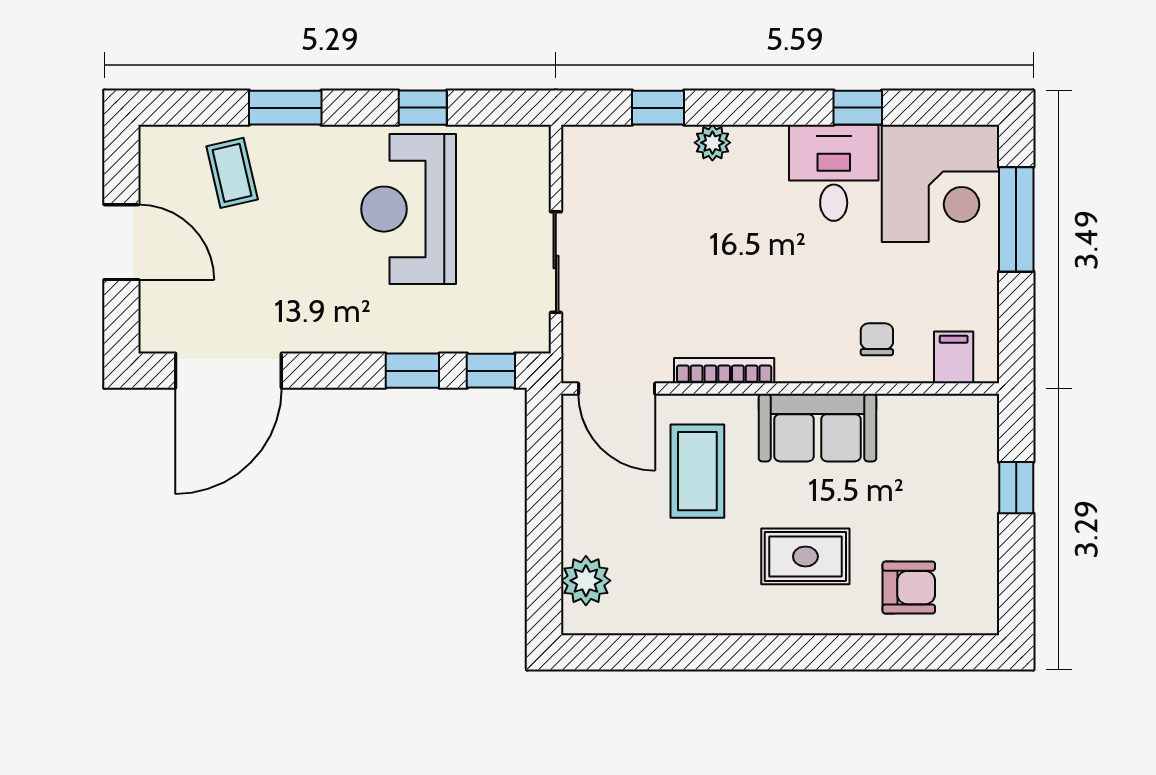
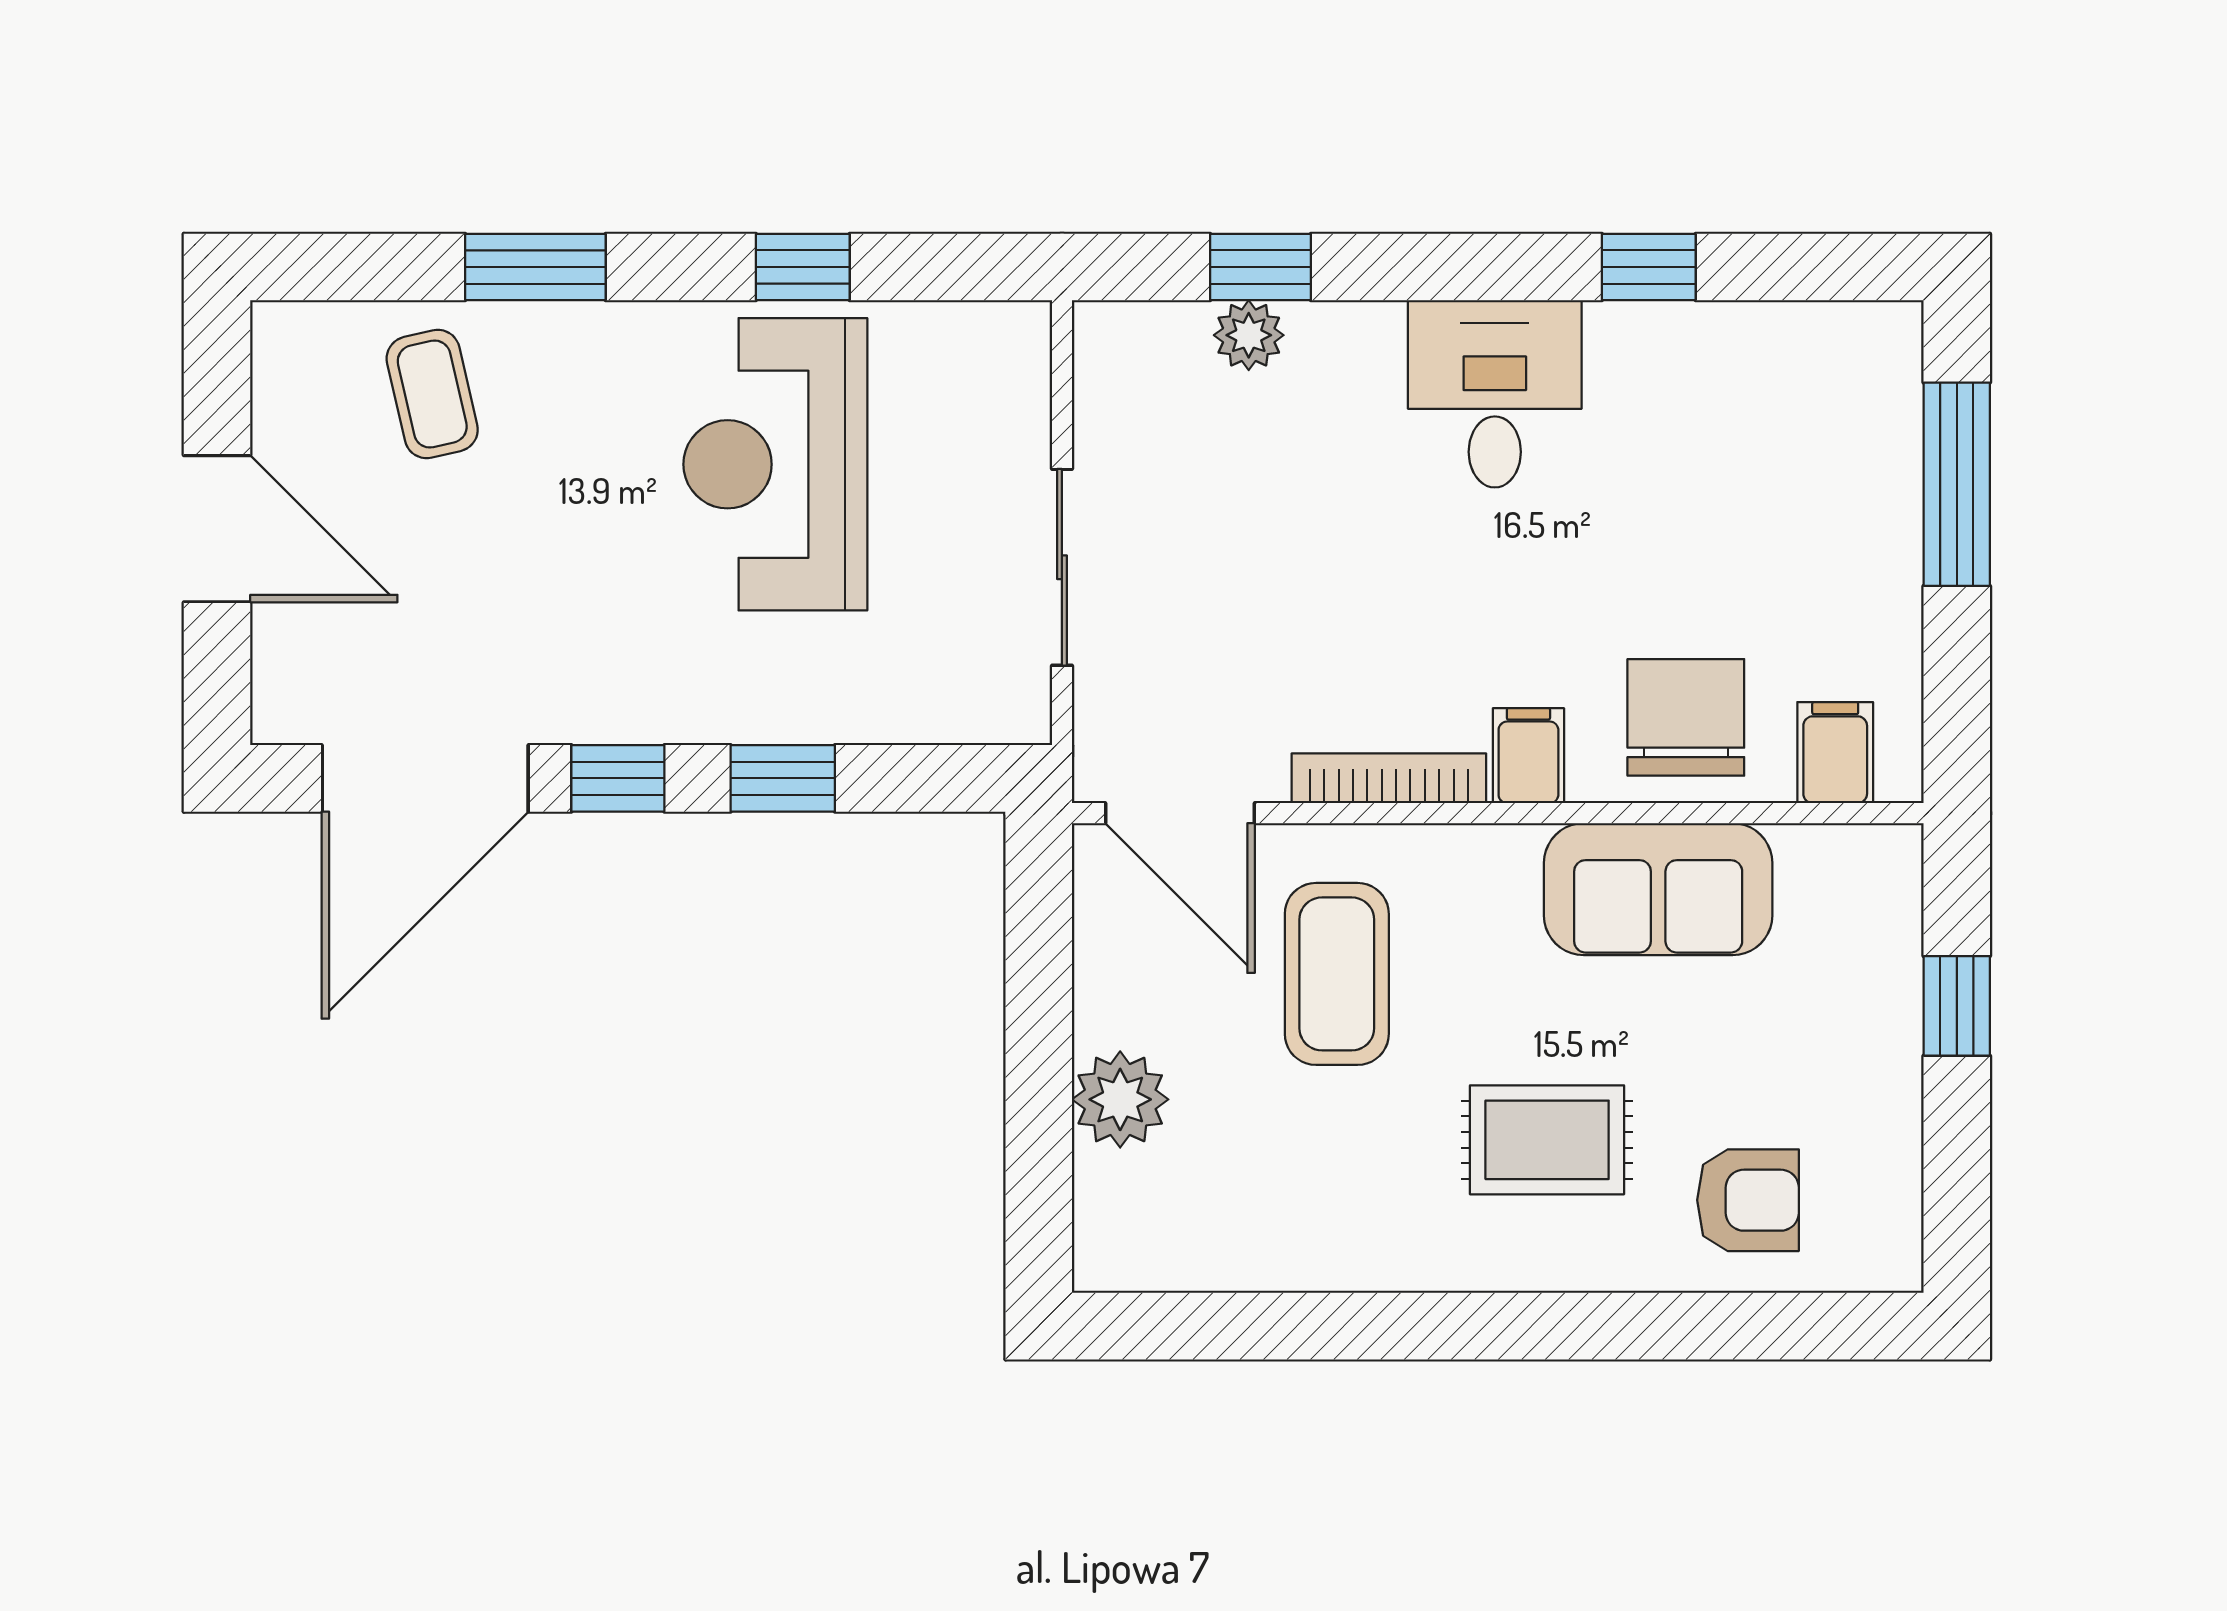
plant: (712, 143) -> (1249, 335), moved
desk: (834, 173) -> (1495, 394), moved
corner desk: (940, 183) -> (1809, 414), removed
chair: (877, 339) -> (1686, 717), width x1.87, depth x1.87
filing cabinet: (796, 359) -> (1528, 756), added
window: (491, 371) -> (618, 778), moved
sofa: (817, 428) -> (1658, 889), moved
plant: (586, 581) -> (1120, 1099), moved

